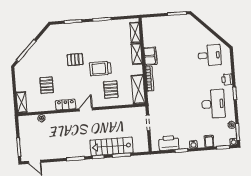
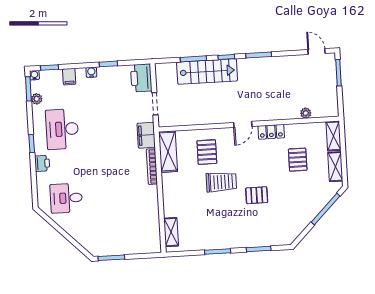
shelving: (137, 54) -> (335, 167), moved
filing cabinet: (150, 56) -> (146, 135), moved
printer: (169, 143) -> (141, 78), moved, turned 90

